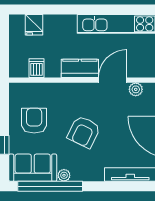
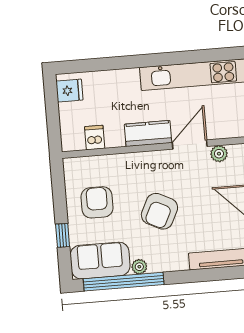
fridge: (34, 25) -> (69, 91), moved, turned -90

